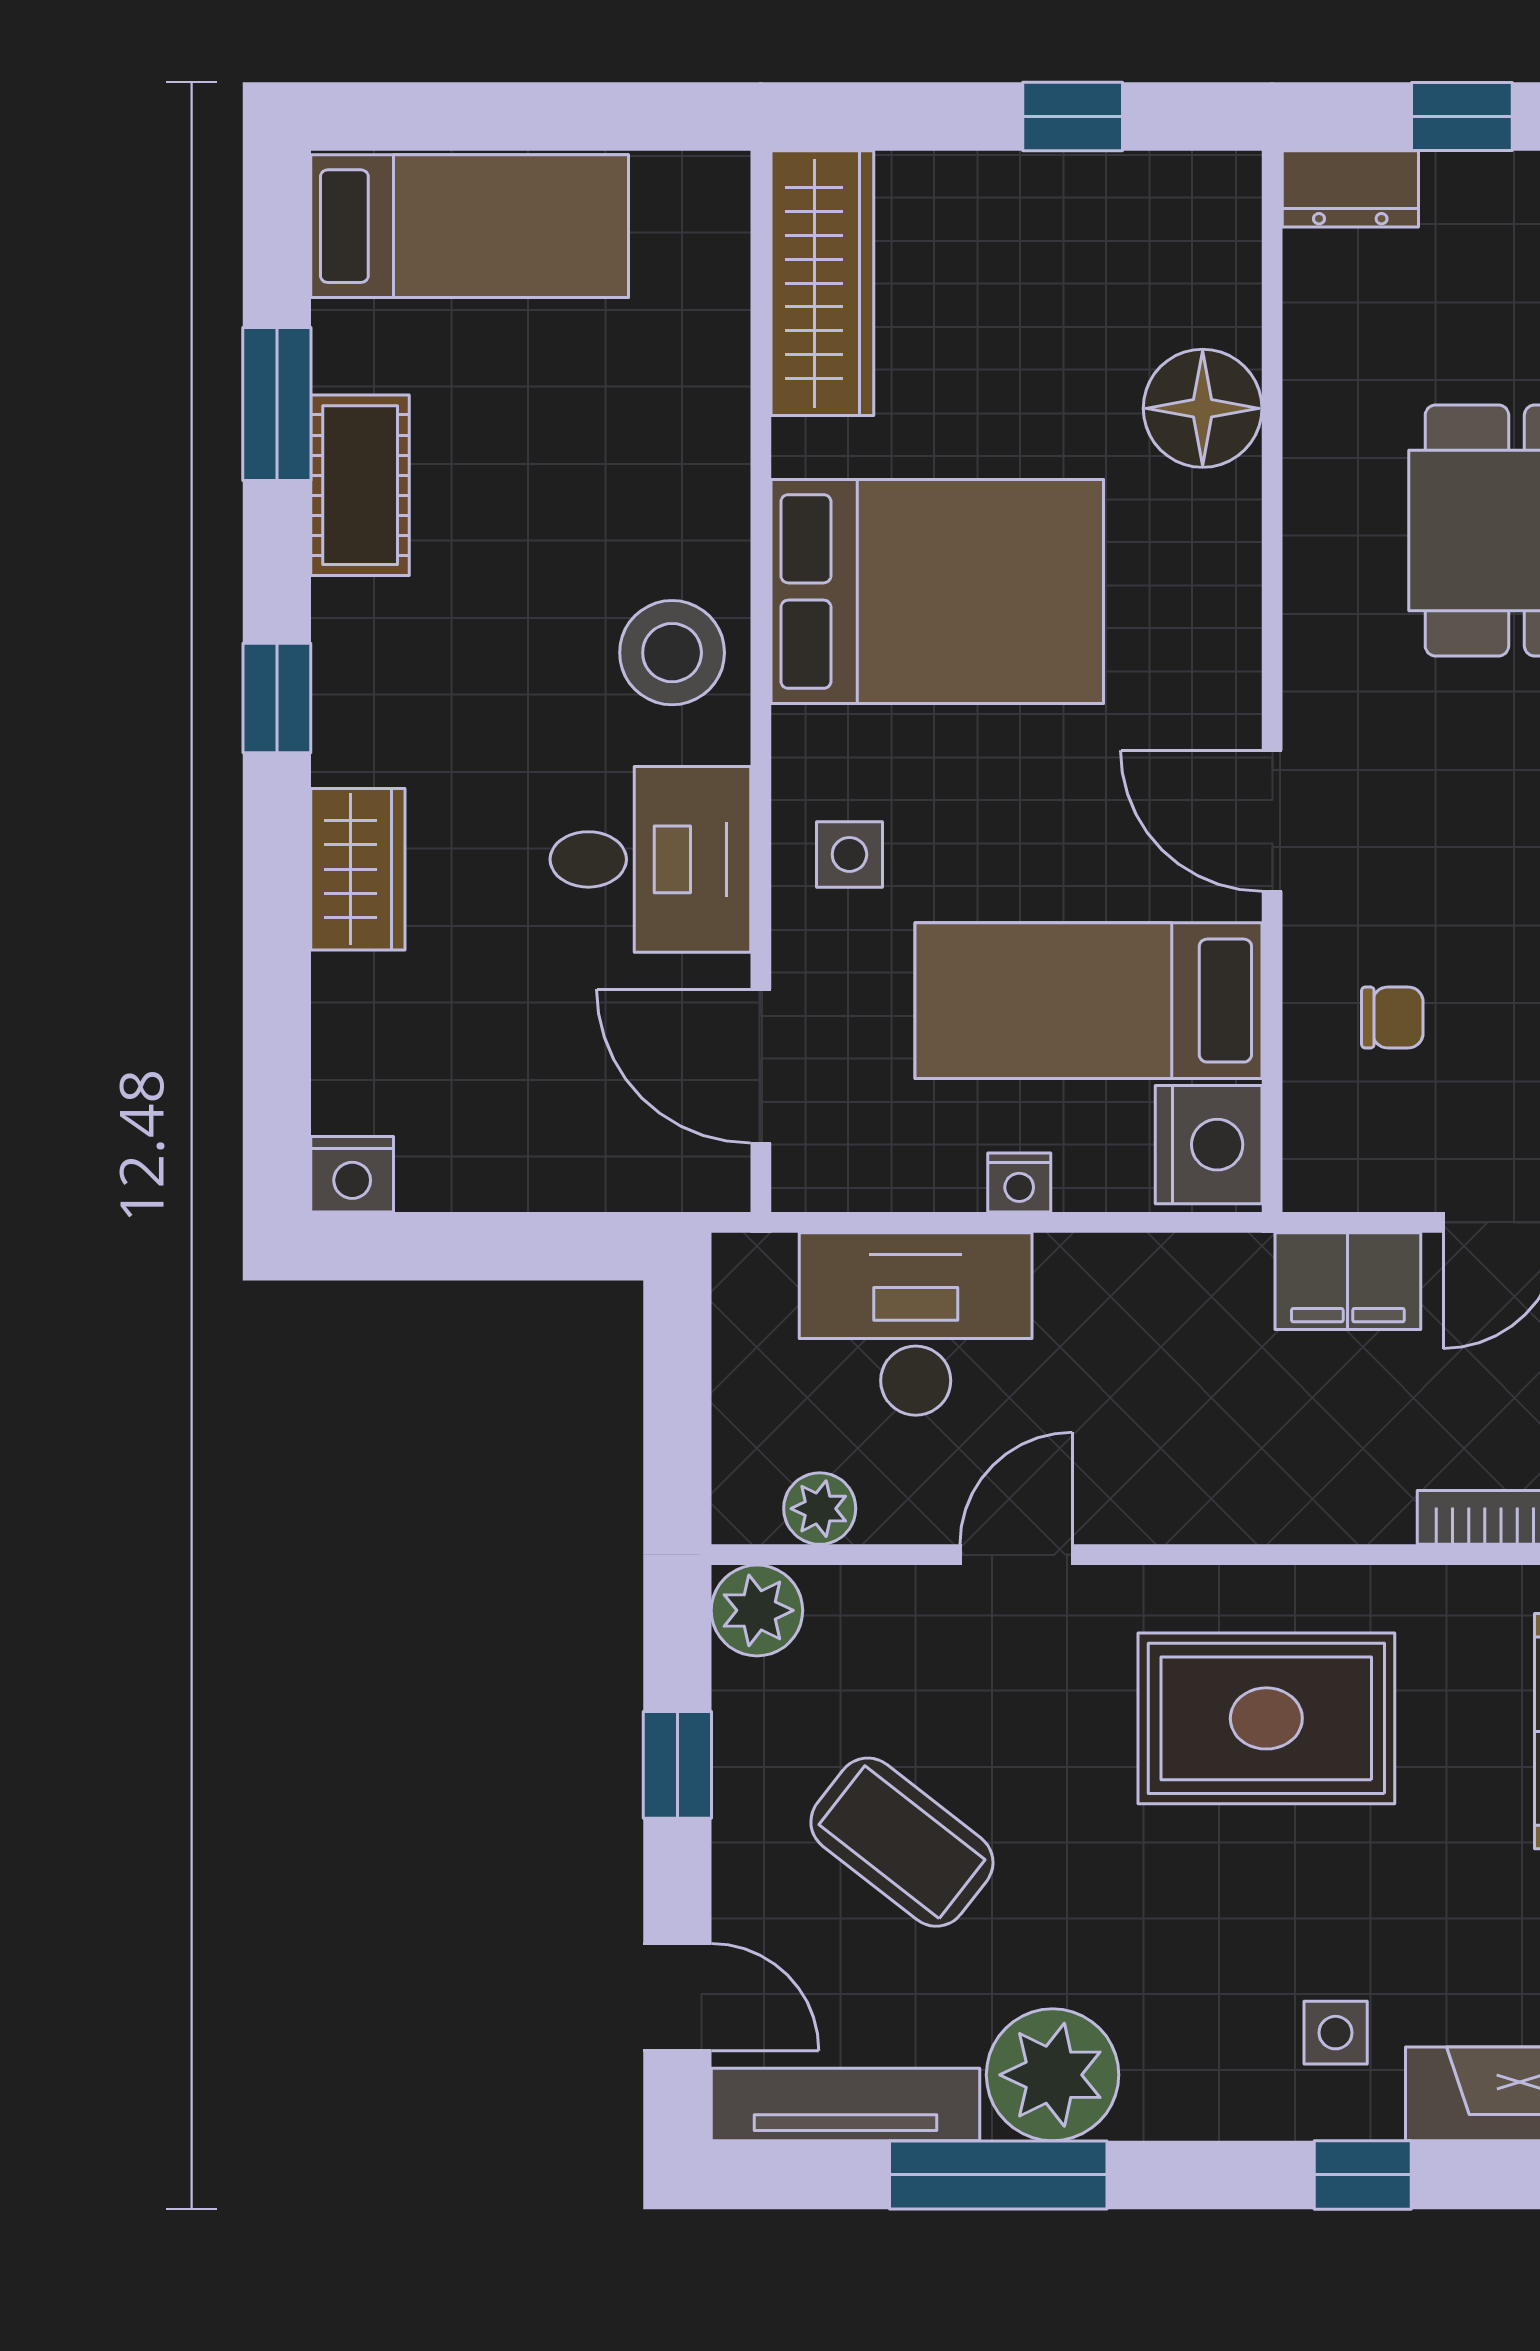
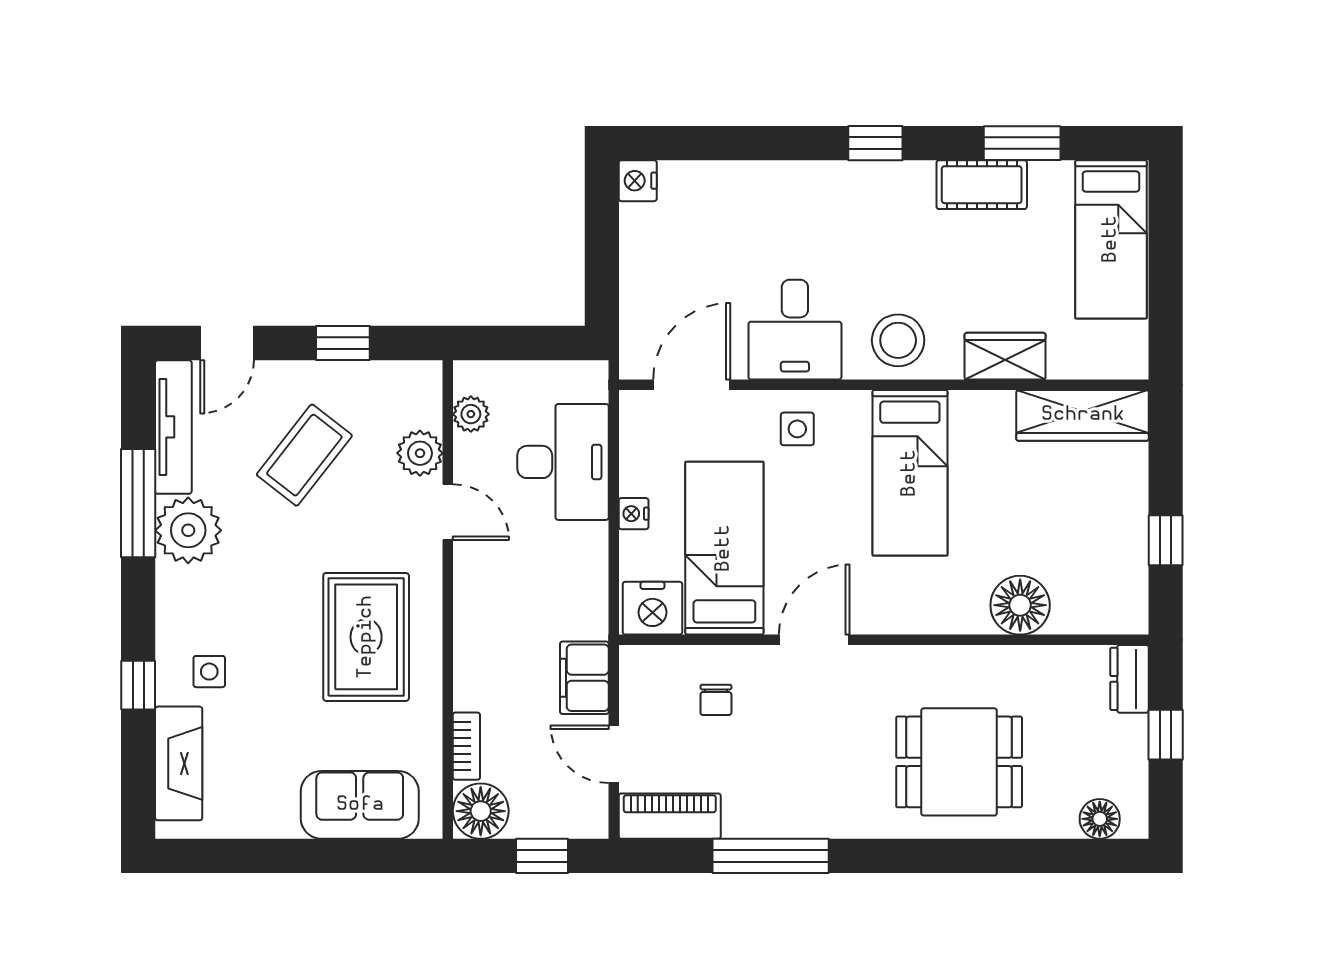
bed: (937, 591) -> (910, 473), width x0.67
wardrobe: (358, 869) -> (1005, 356), moved, turned 180
plant: (757, 1610) -> (420, 453), moved

